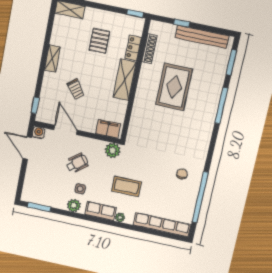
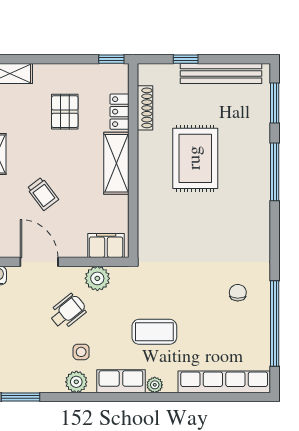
plant: (113, 150) -> (97, 278), moved

